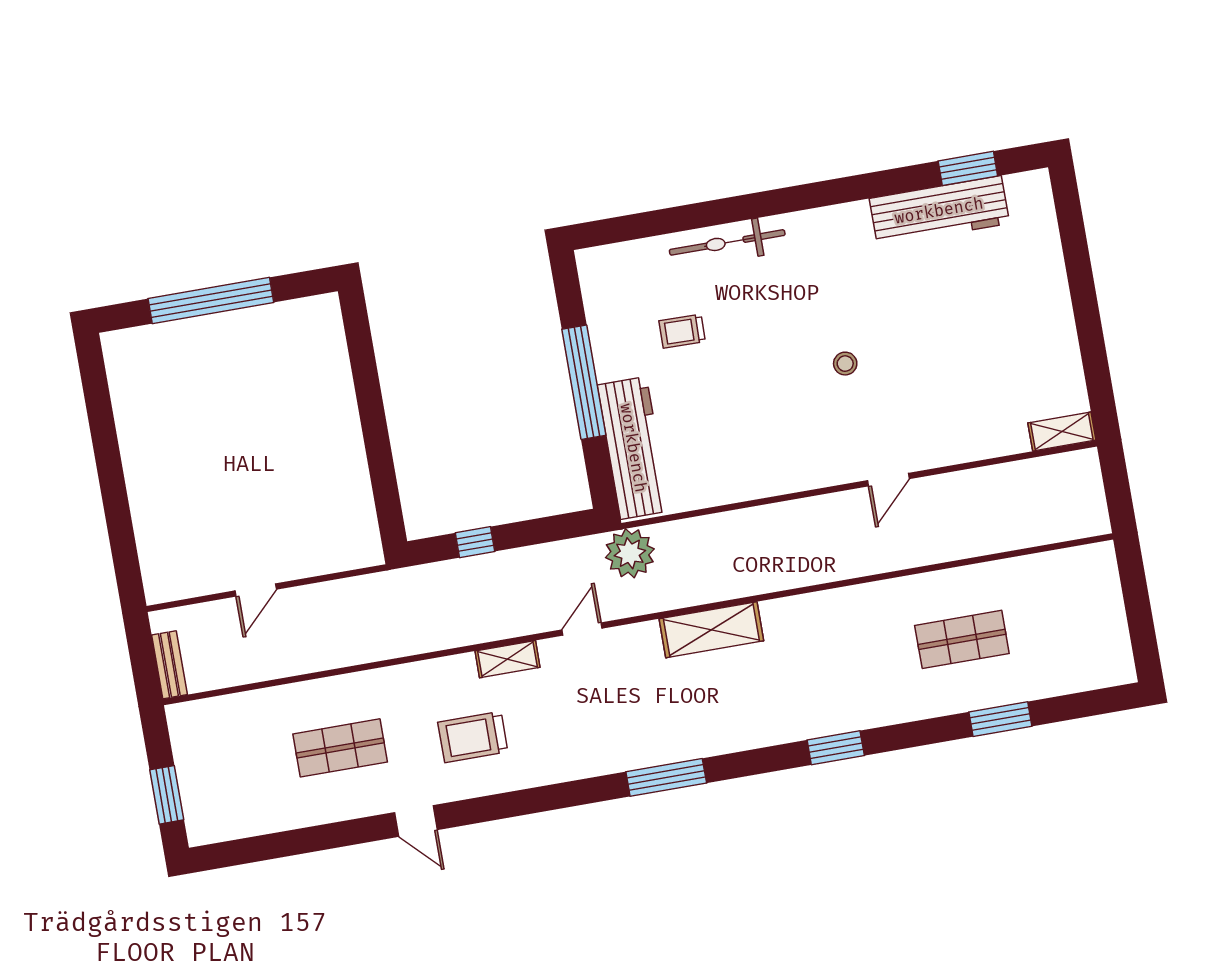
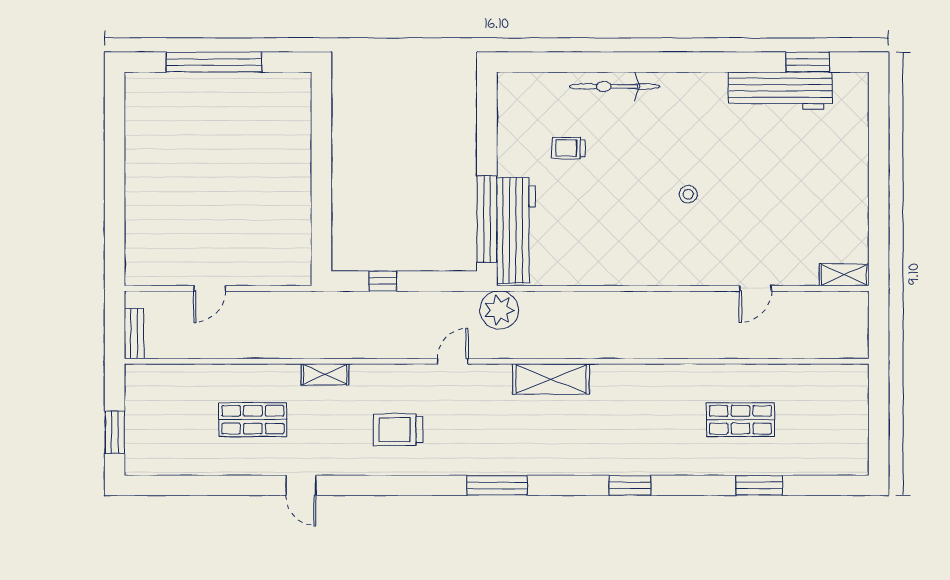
window: (584, 382) -> (487, 219), moved
door: (888, 480) -> (755, 288), moved
shelving: (508, 659) -> (325, 374), moved
trolley: (473, 737) -> (398, 430), moved

